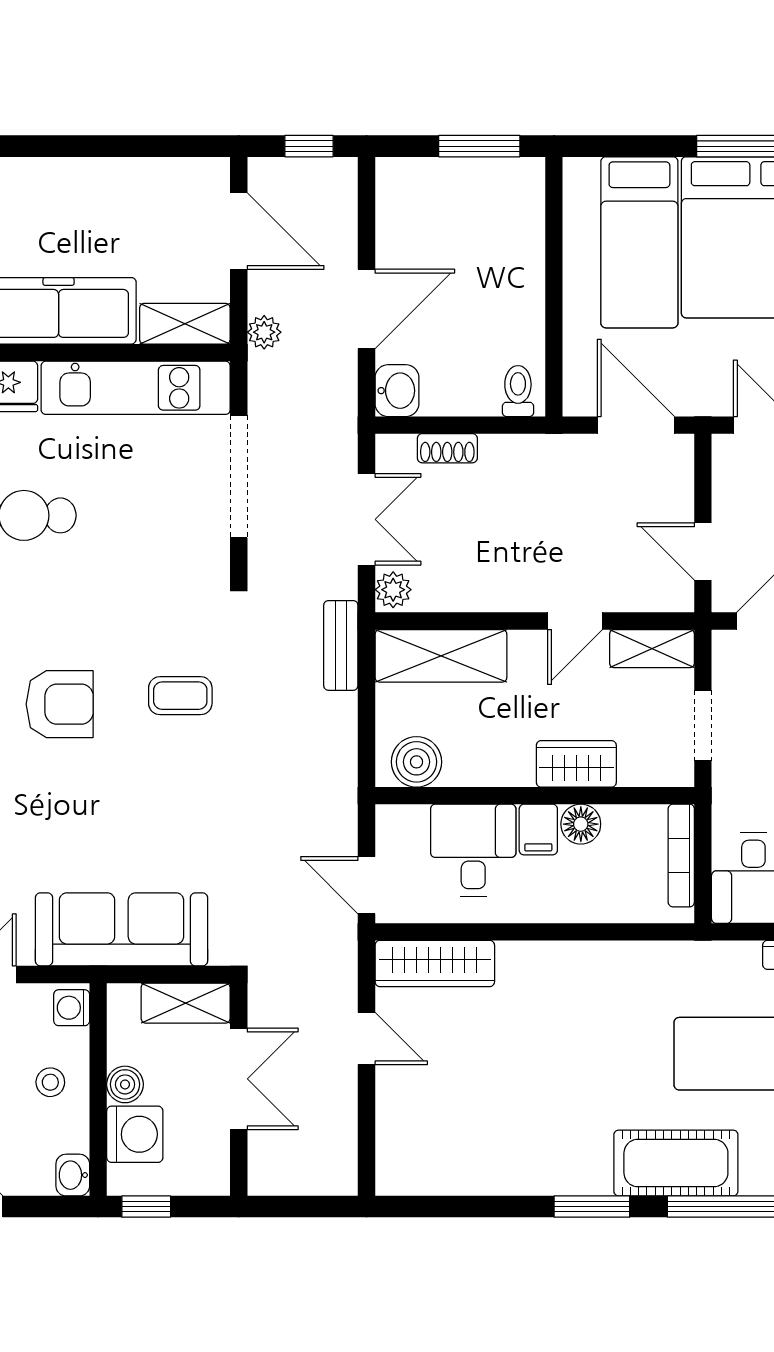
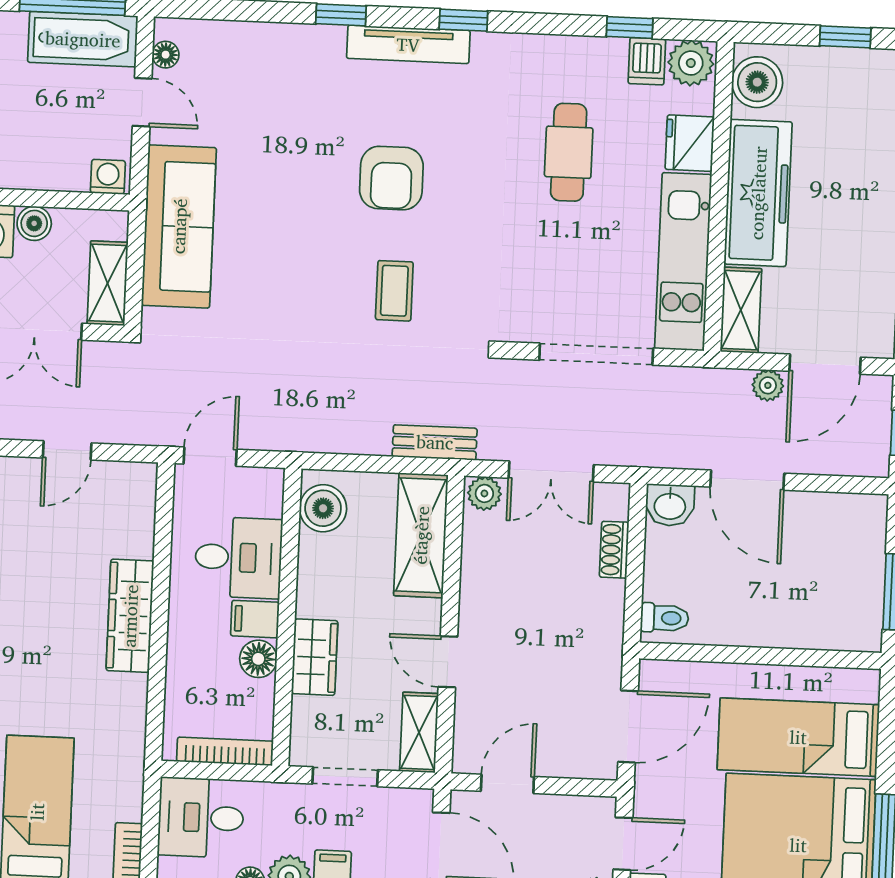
plant: (264, 332) -> (768, 385), moved
wardrobe: (435, 964) -> (130, 616), moved
stool: (50, 1082) -> (39, 154), removed

